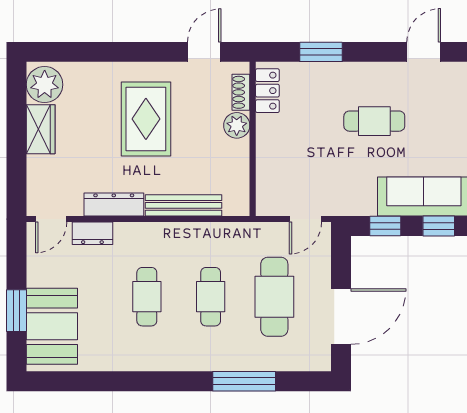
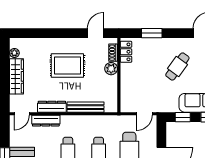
plant: (45, 85) -> (14, 53), width x0.53, depth x0.53
rug: (146, 119) -> (67, 65), turned 90
cafe table: (374, 121) -> (177, 66), turned -54
wardrobe: (41, 129) -> (17, 76), width x1.50
dresser: (92, 233) -> (46, 121), width x1.44

